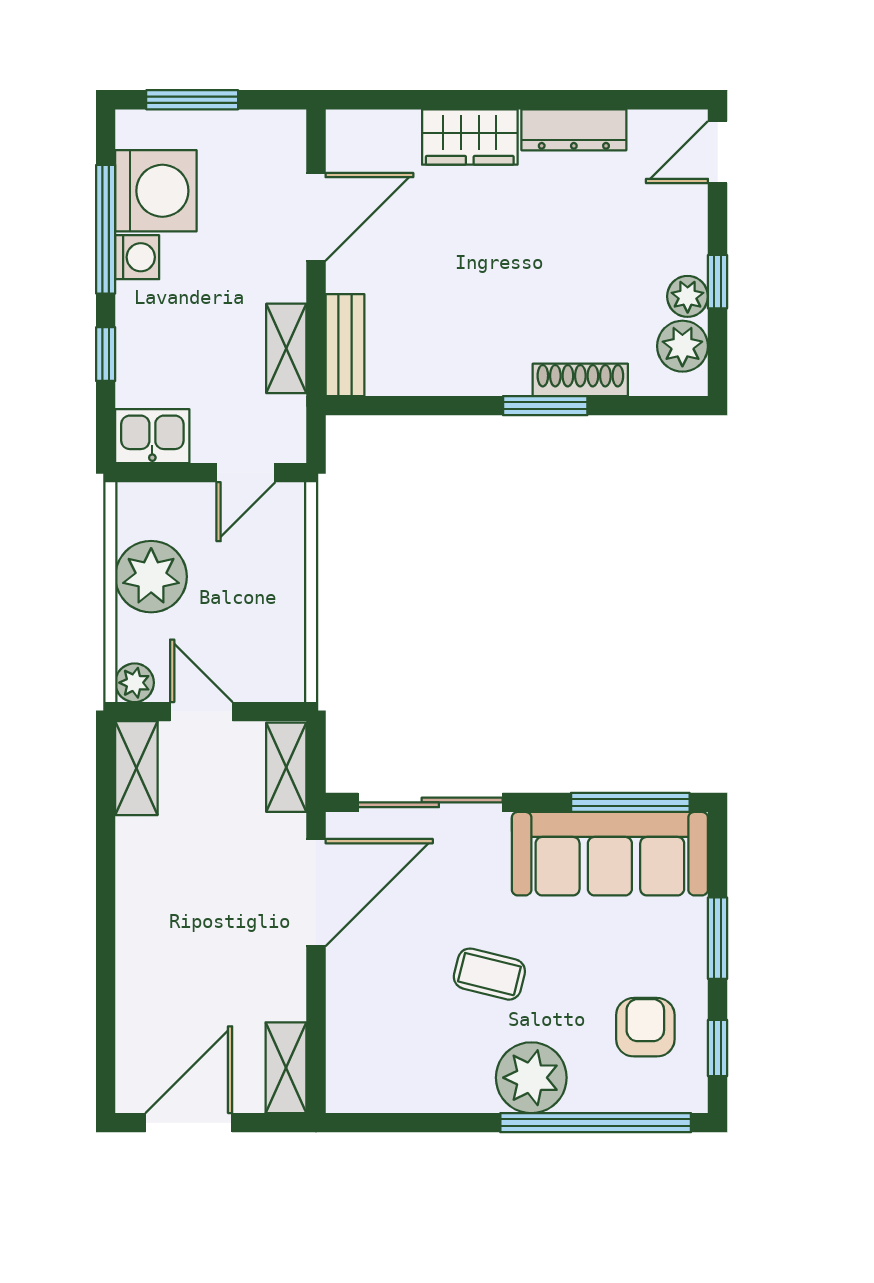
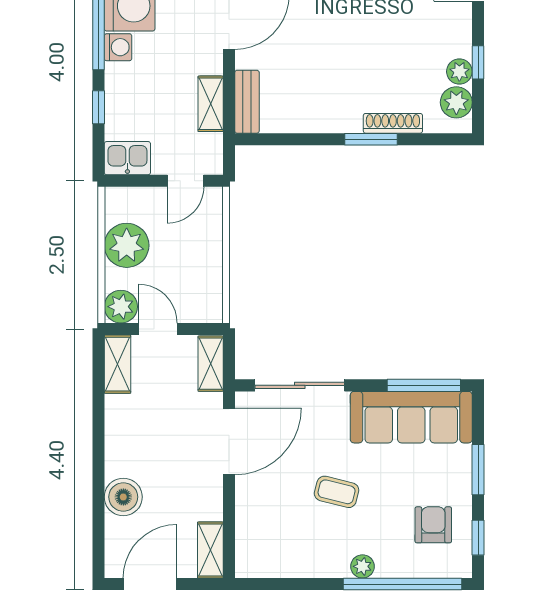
plant: (135, 683) -> (121, 307), width x1.38, depth x1.38
boiler: (146, 982) -> (123, 497), added
plant: (531, 1078) -> (362, 566), width x0.53, depth x0.53

